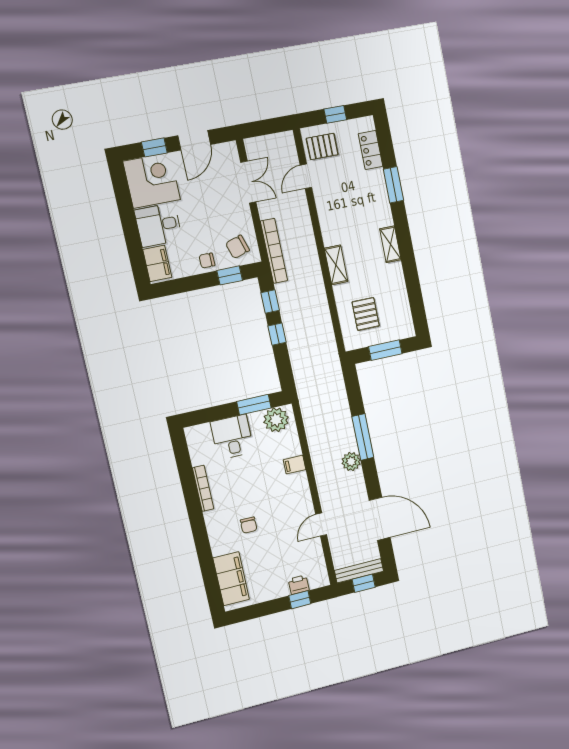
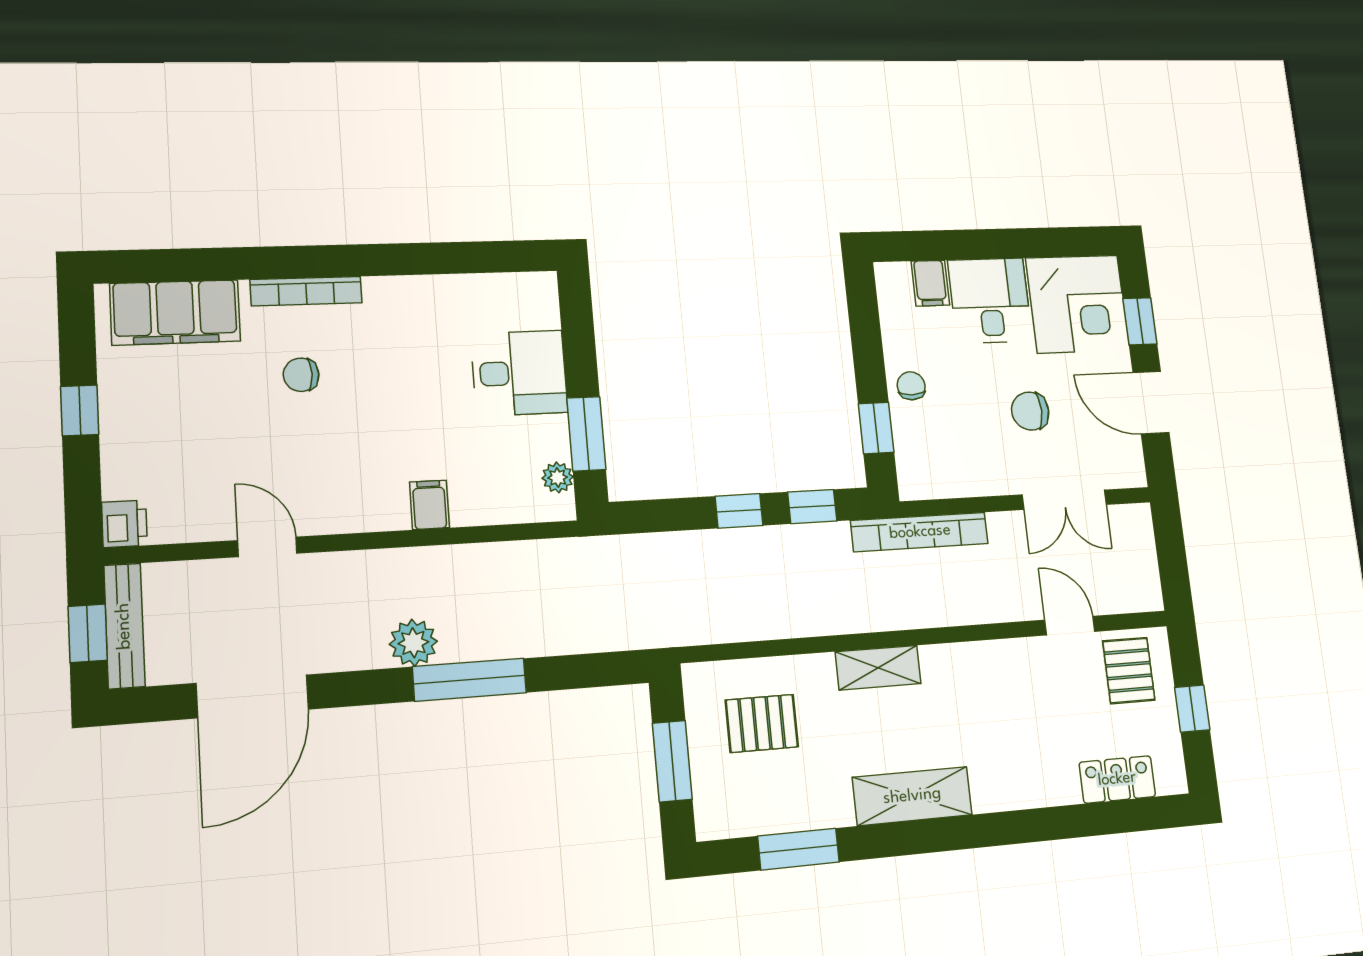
window: (393, 185) -> (798, 849), moved
shelving: (390, 244) -> (912, 796), width x1.50, depth x1.33
chair: (237, 247) -> (1030, 411), moved, turned -73
filing cabinet: (157, 263) -> (930, 283), width x0.50
plant: (276, 420) -> (558, 477), width x0.53, depth x0.53
bookcase: (203, 488) -> (306, 291), moved
printer: (299, 585) -> (124, 524), moved
window: (300, 600) -> (80, 410), moved

